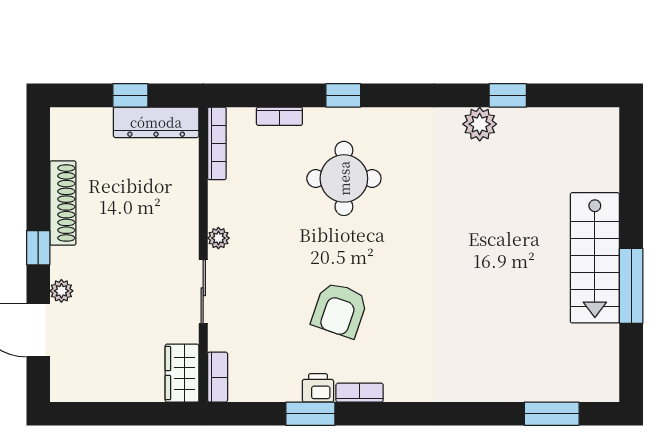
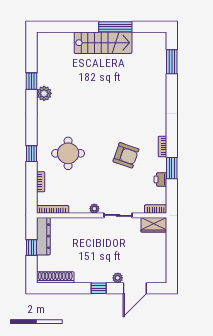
shoe rack: (63, 203) -> (55, 277), moved
printer: (318, 388) -> (160, 179), moved

